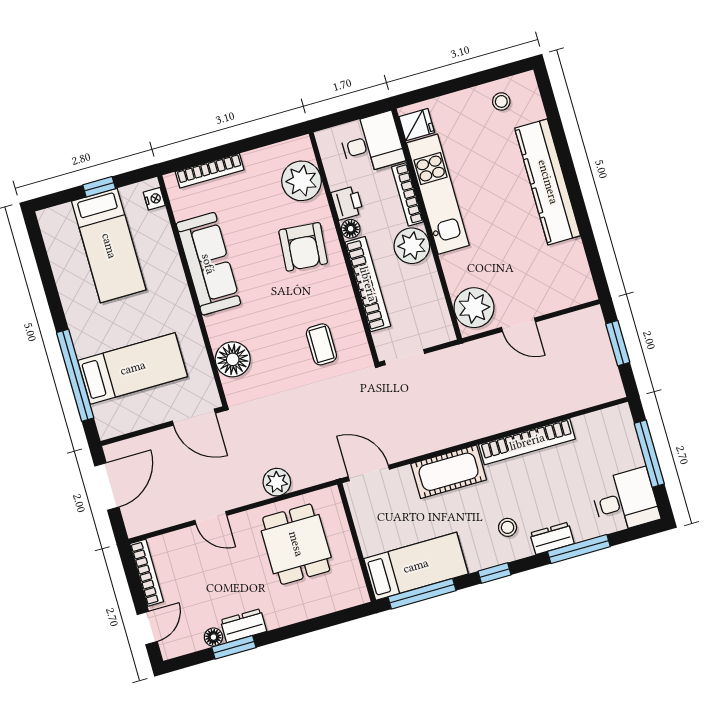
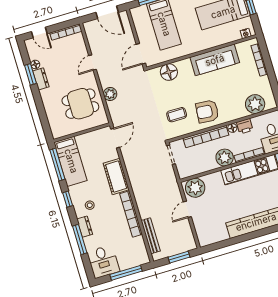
armchair: (303, 247) -> (207, 111), moved
bench: (573, 402) -> (151, 236), added

